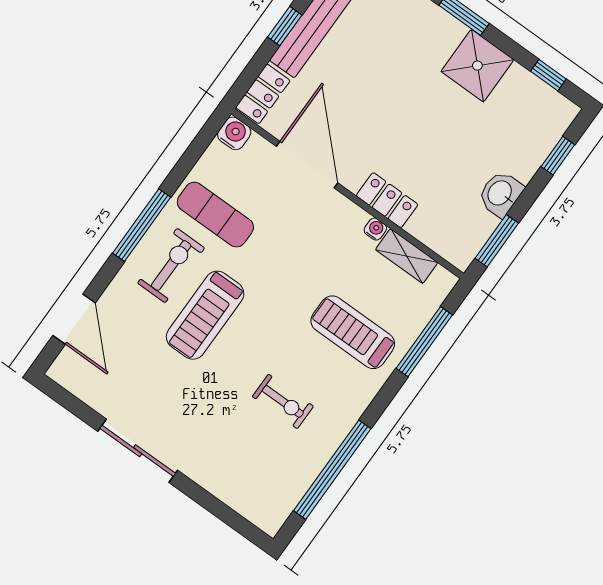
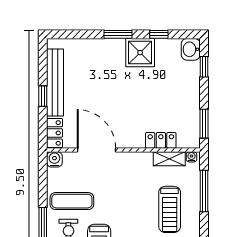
window: (548, 75) -> (159, 34), moved
washbasin: (500, 194) -> (191, 49), moved
locker: (387, 200) -> (161, 140), moved
water cooler: (375, 229) -> (192, 157), moved
treadmill: (353, 332) -> (170, 209), turned -90

